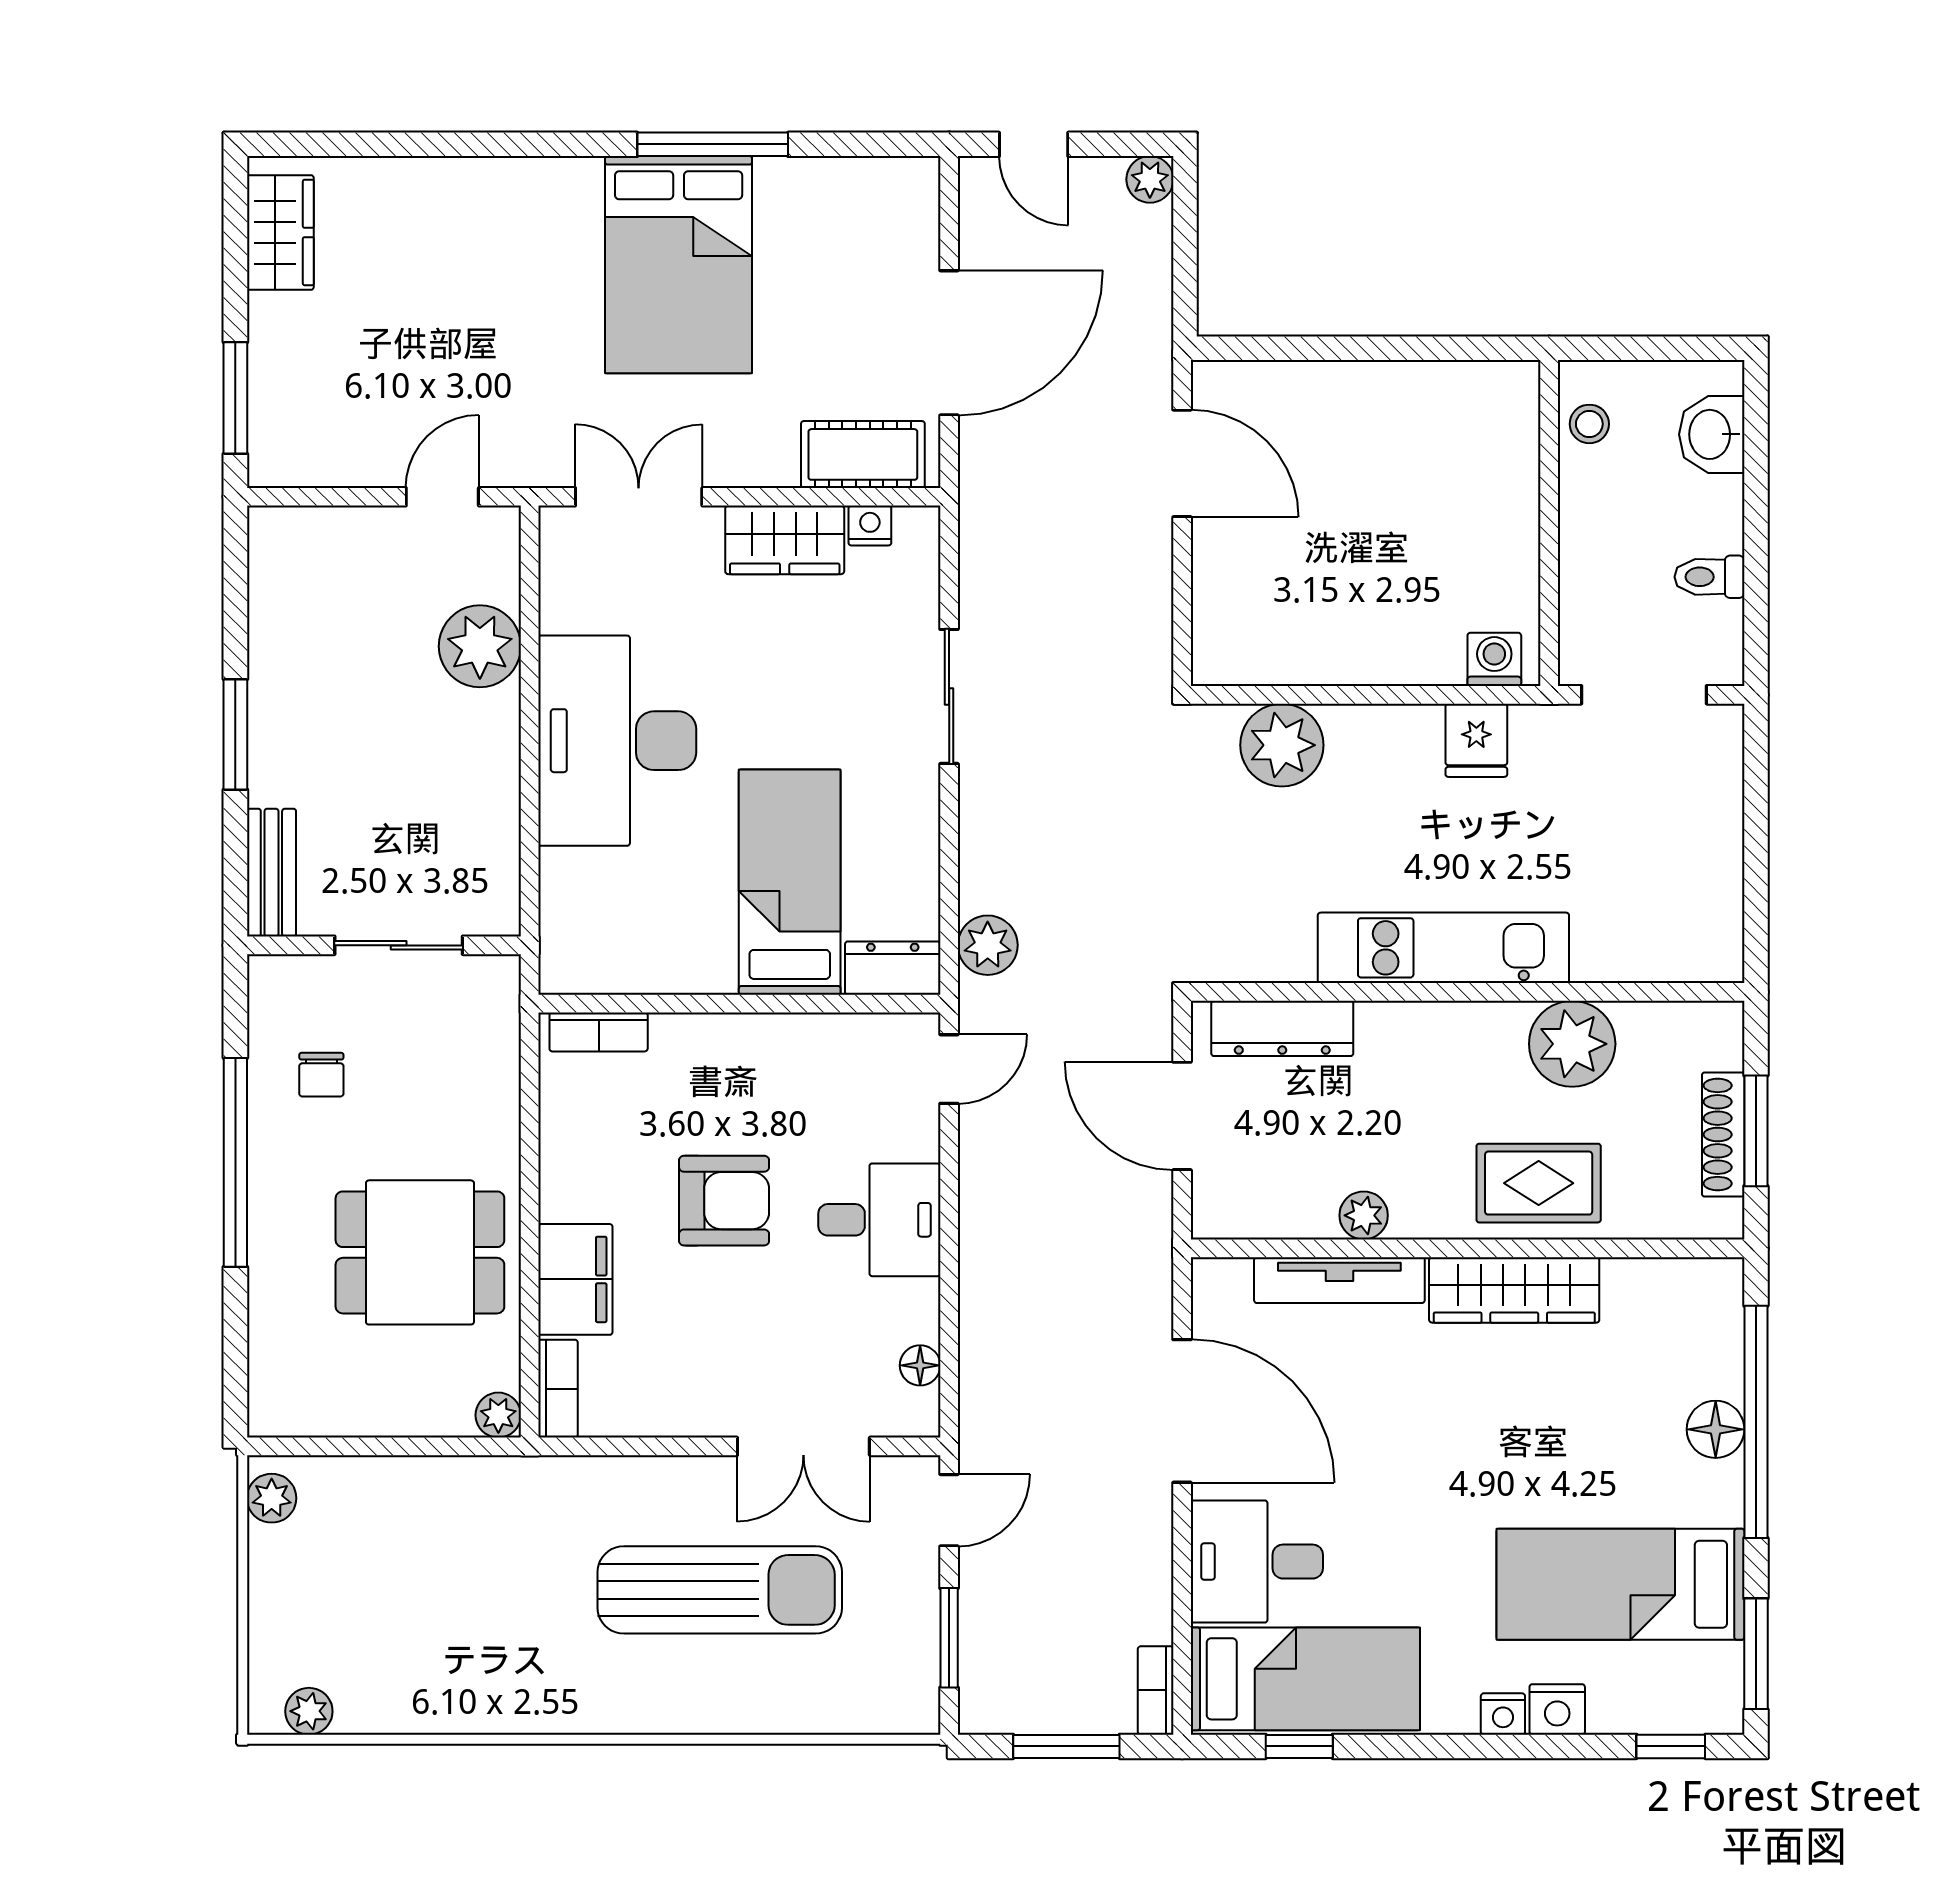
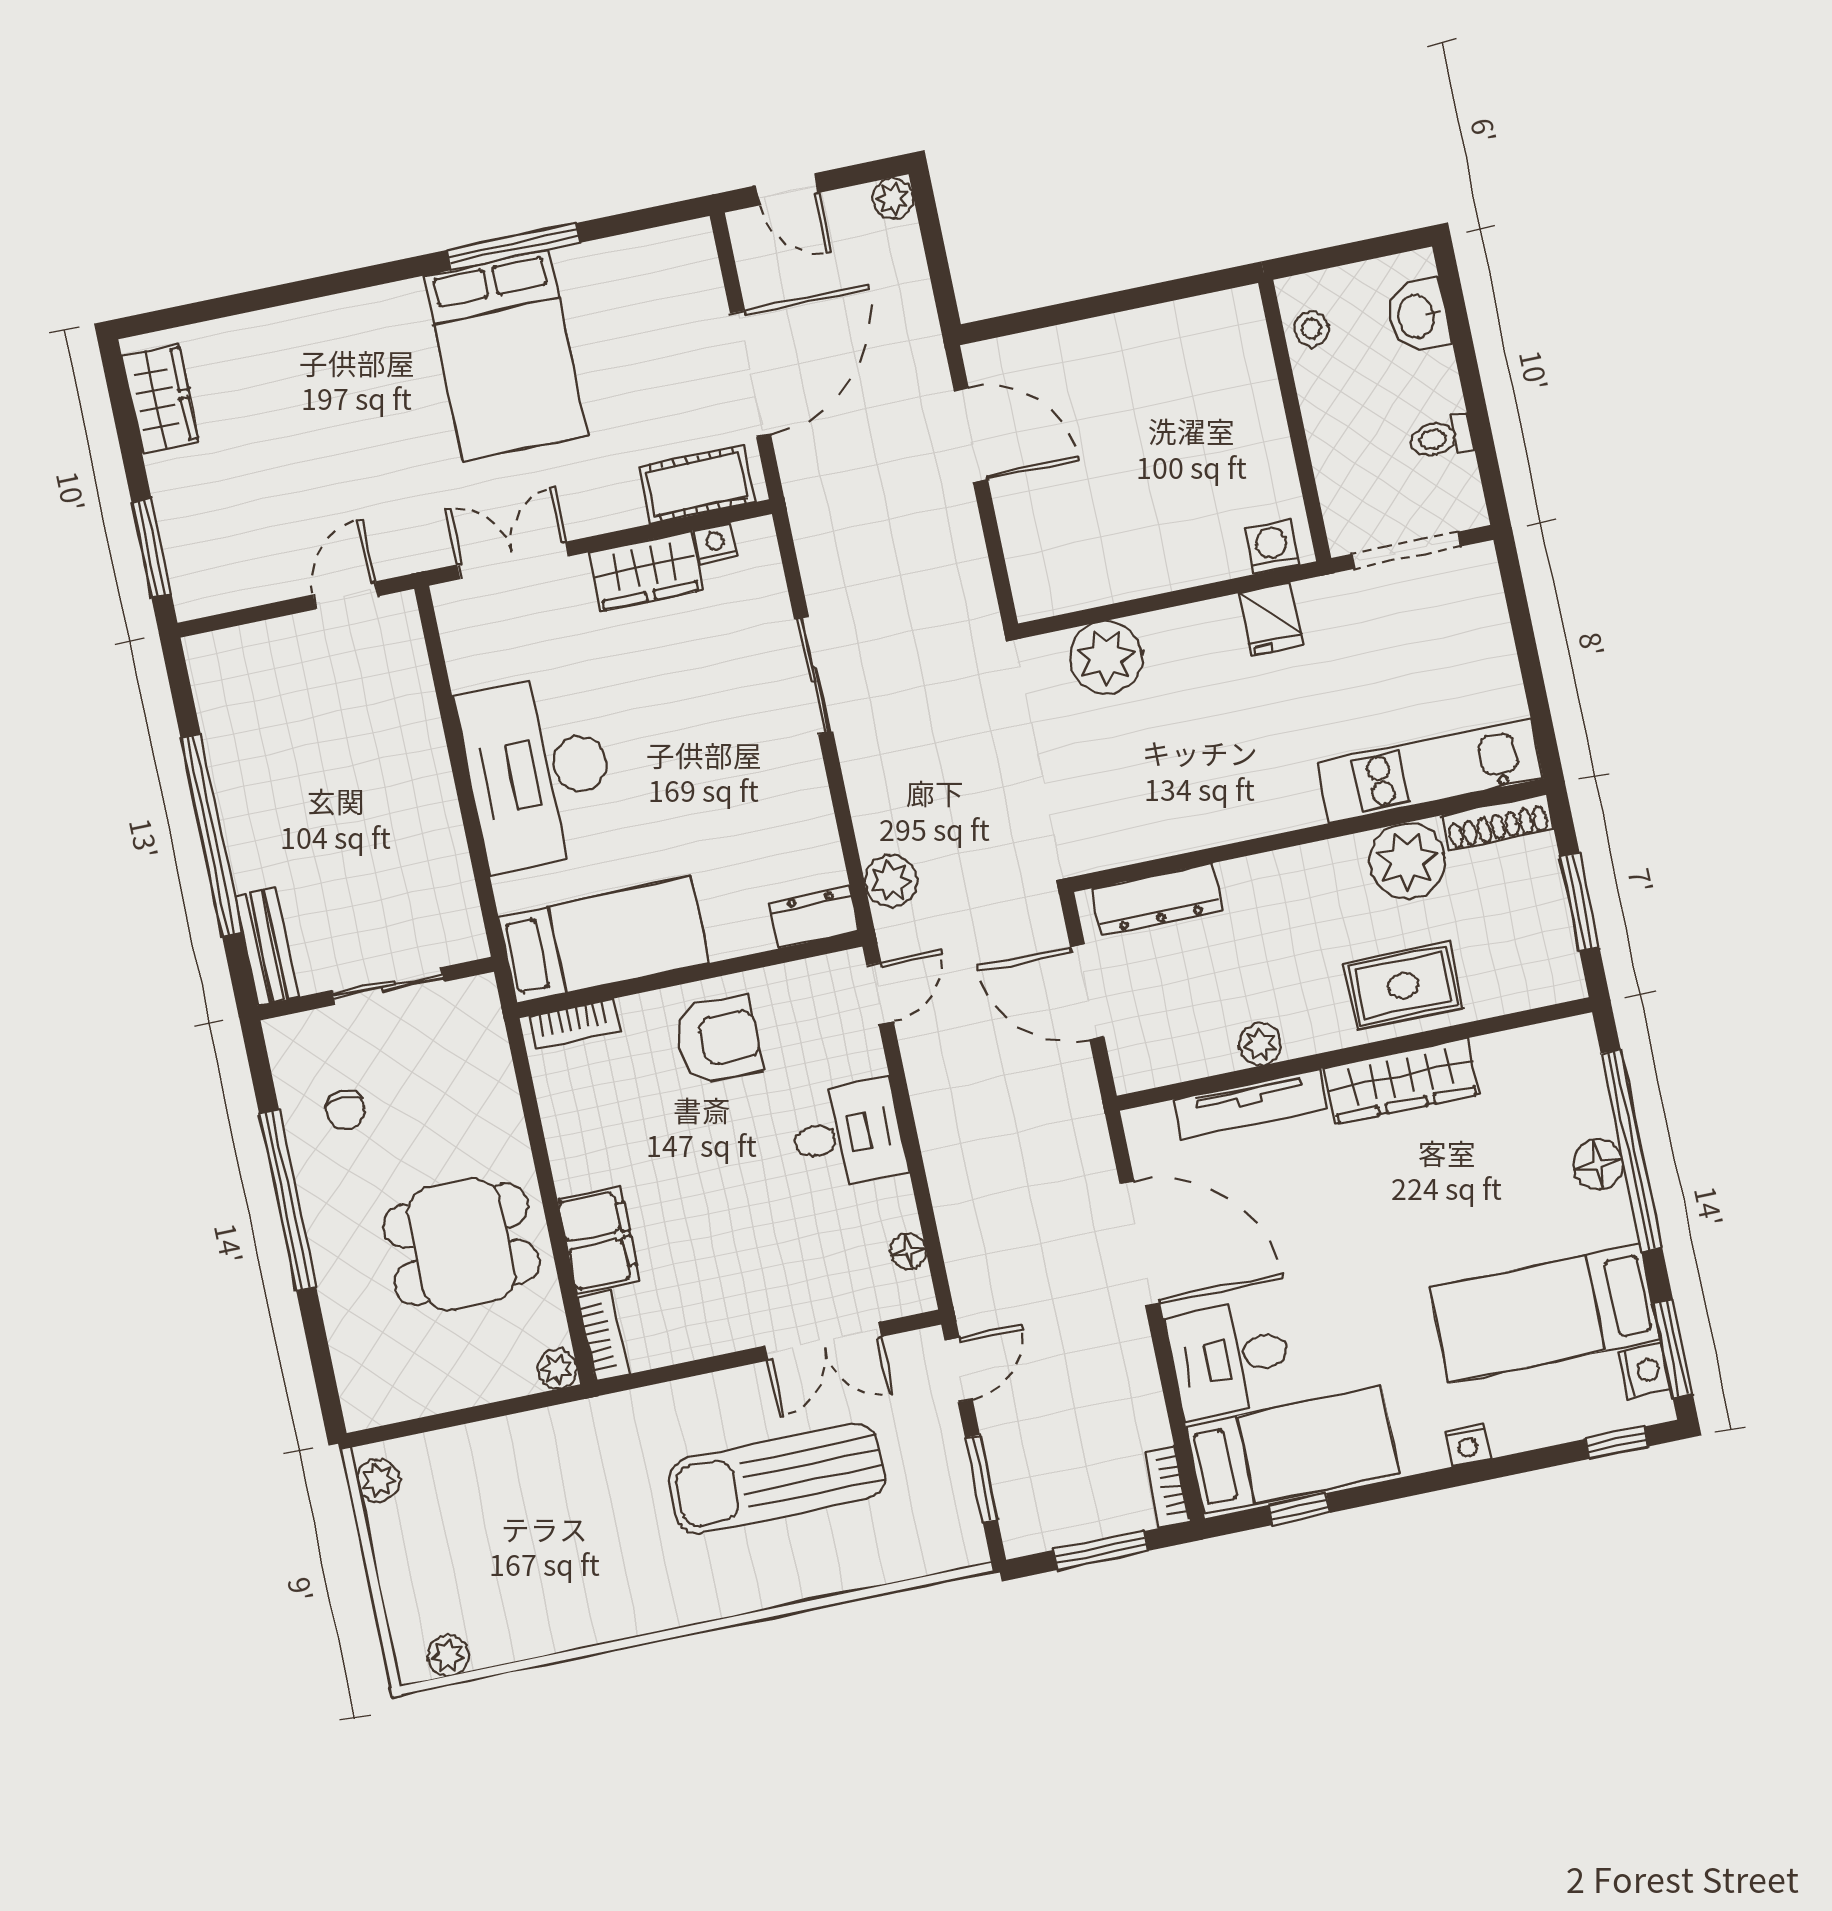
plant: (480, 646) -> (404, 716), removed
window: (235, 734) -> (211, 835), width x2.11
bed: (790, 882) -> (603, 940), moved, turned 90
kitchen unit: (1443, 948) -> (1430, 771), moved
shoe rack: (1723, 1134) -> (1497, 822), moved, turned -90
armchair: (724, 1201) -> (718, 1040), moved
sun lounger: (720, 1590) -> (777, 1479), turned 180
nightstand: (1557, 1709) -> (1644, 1371), moved, turned -90

